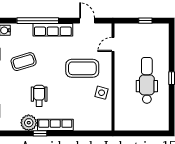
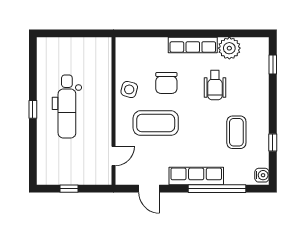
coffee table: (24, 62) -> (236, 132), turned -73
chair: (75, 97) -> (166, 83), added
window: (40, 133) -> (214, 33), removed

